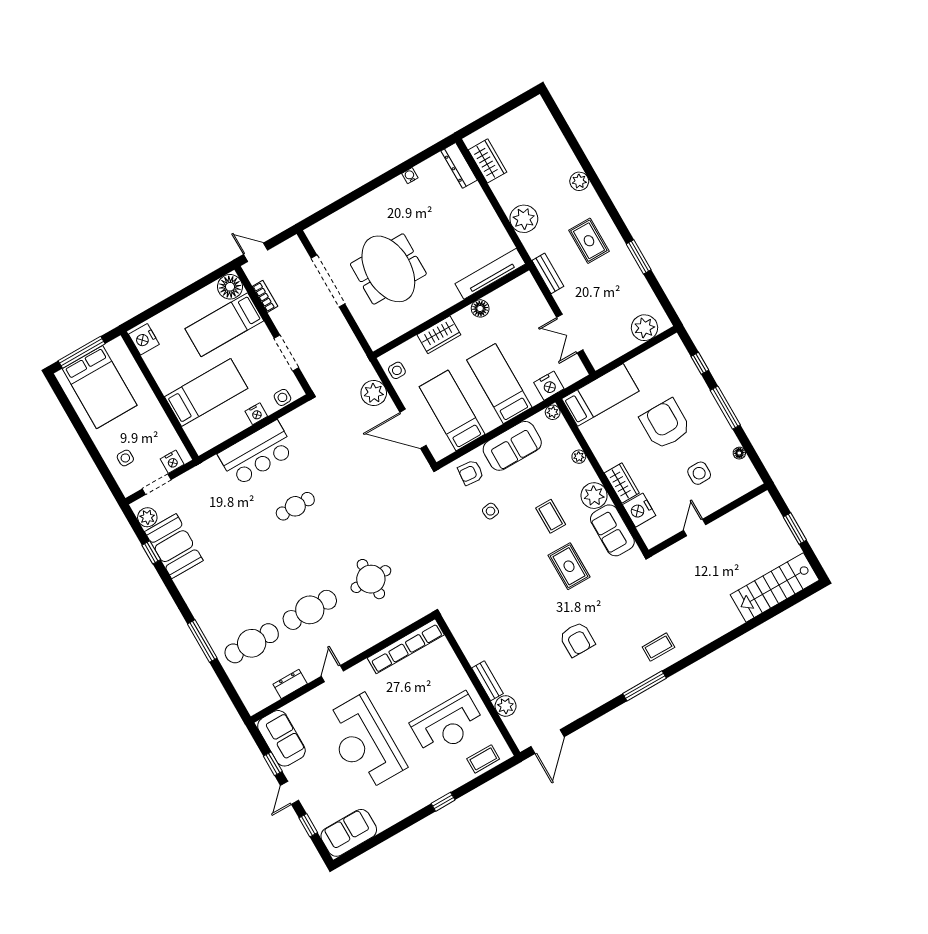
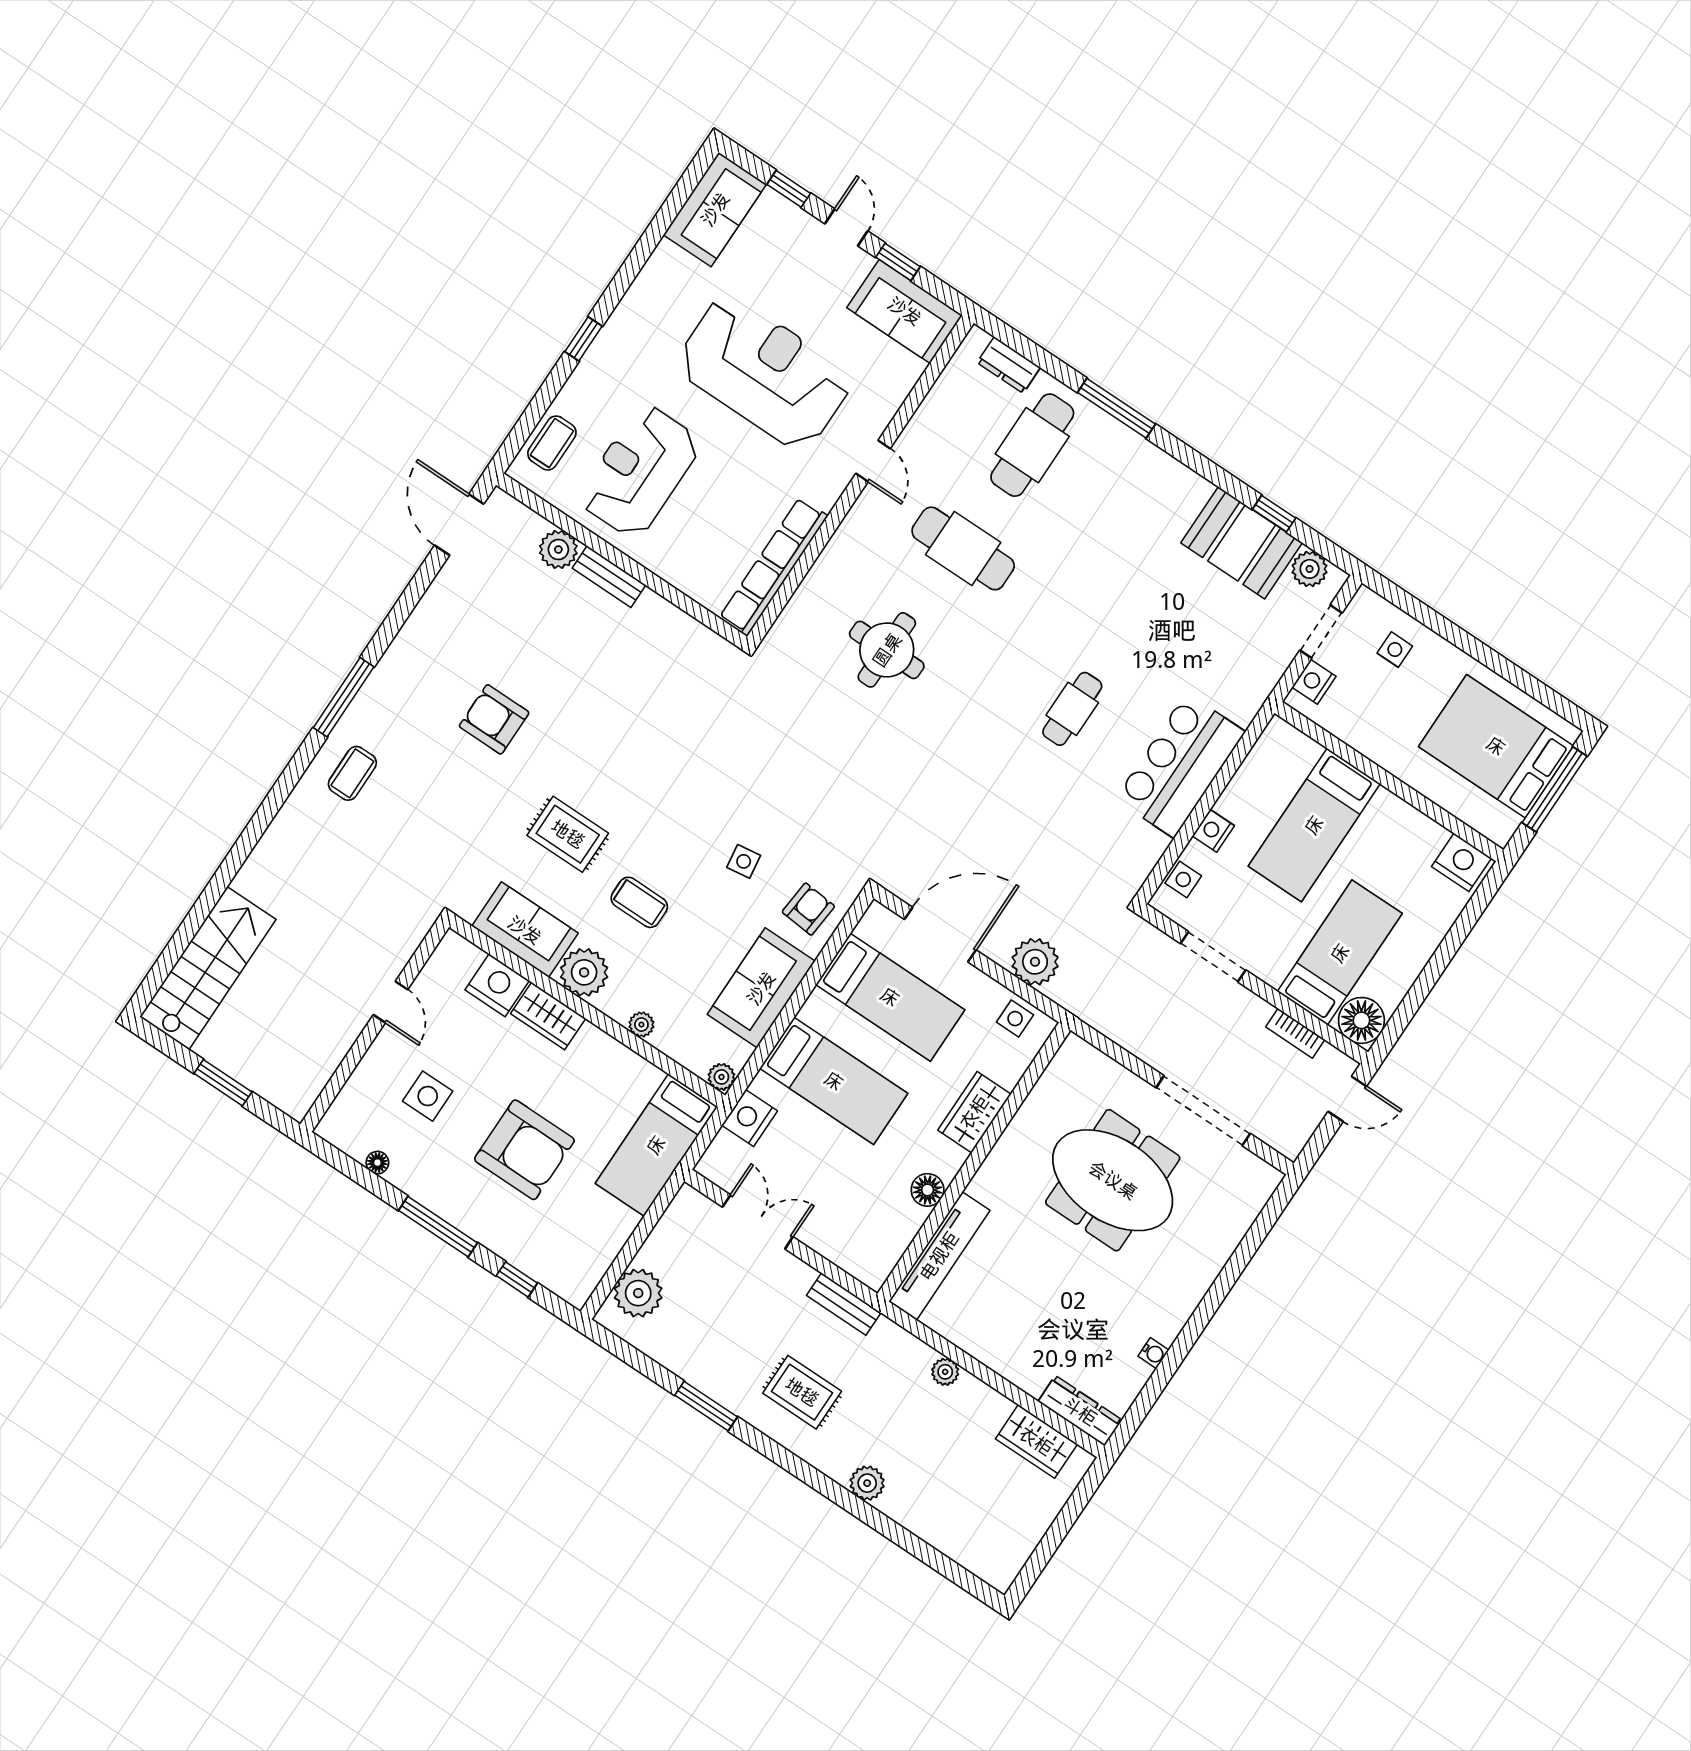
plant: (524, 219) -> (945, 1372), width x0.53, depth x0.53
cafe table: (310, 610) -> (963, 548), turned 90
dresser: (290, 684) -> (1009, 365), moved, turned 90

